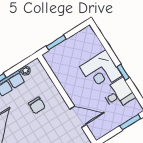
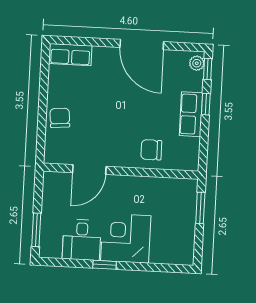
plant: (25, 71) -> (193, 145), removed
chair: (37, 105) -> (151, 150), moved

